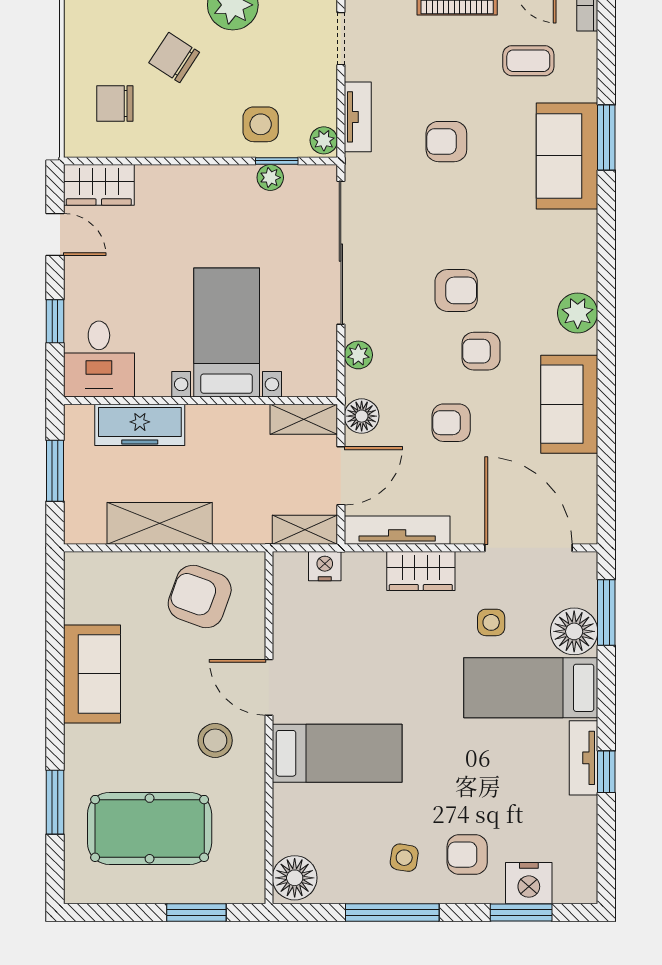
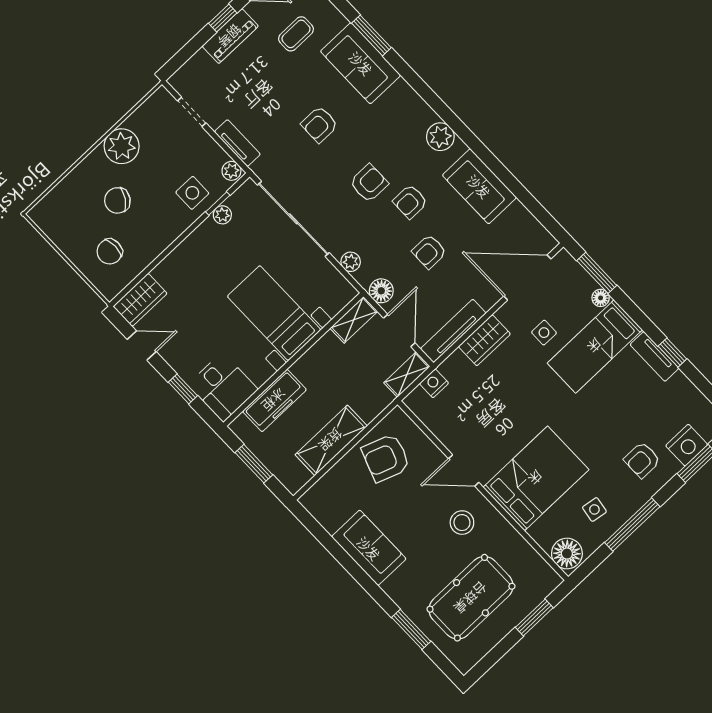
armchair: (446, 142) -> (320, 125), moved
floor lamp: (574, 631) -> (601, 298), width x0.53, depth x0.53
bed: (337, 753) -> (536, 478), width x1.50
side table: (404, 858) -> (594, 509), moved

